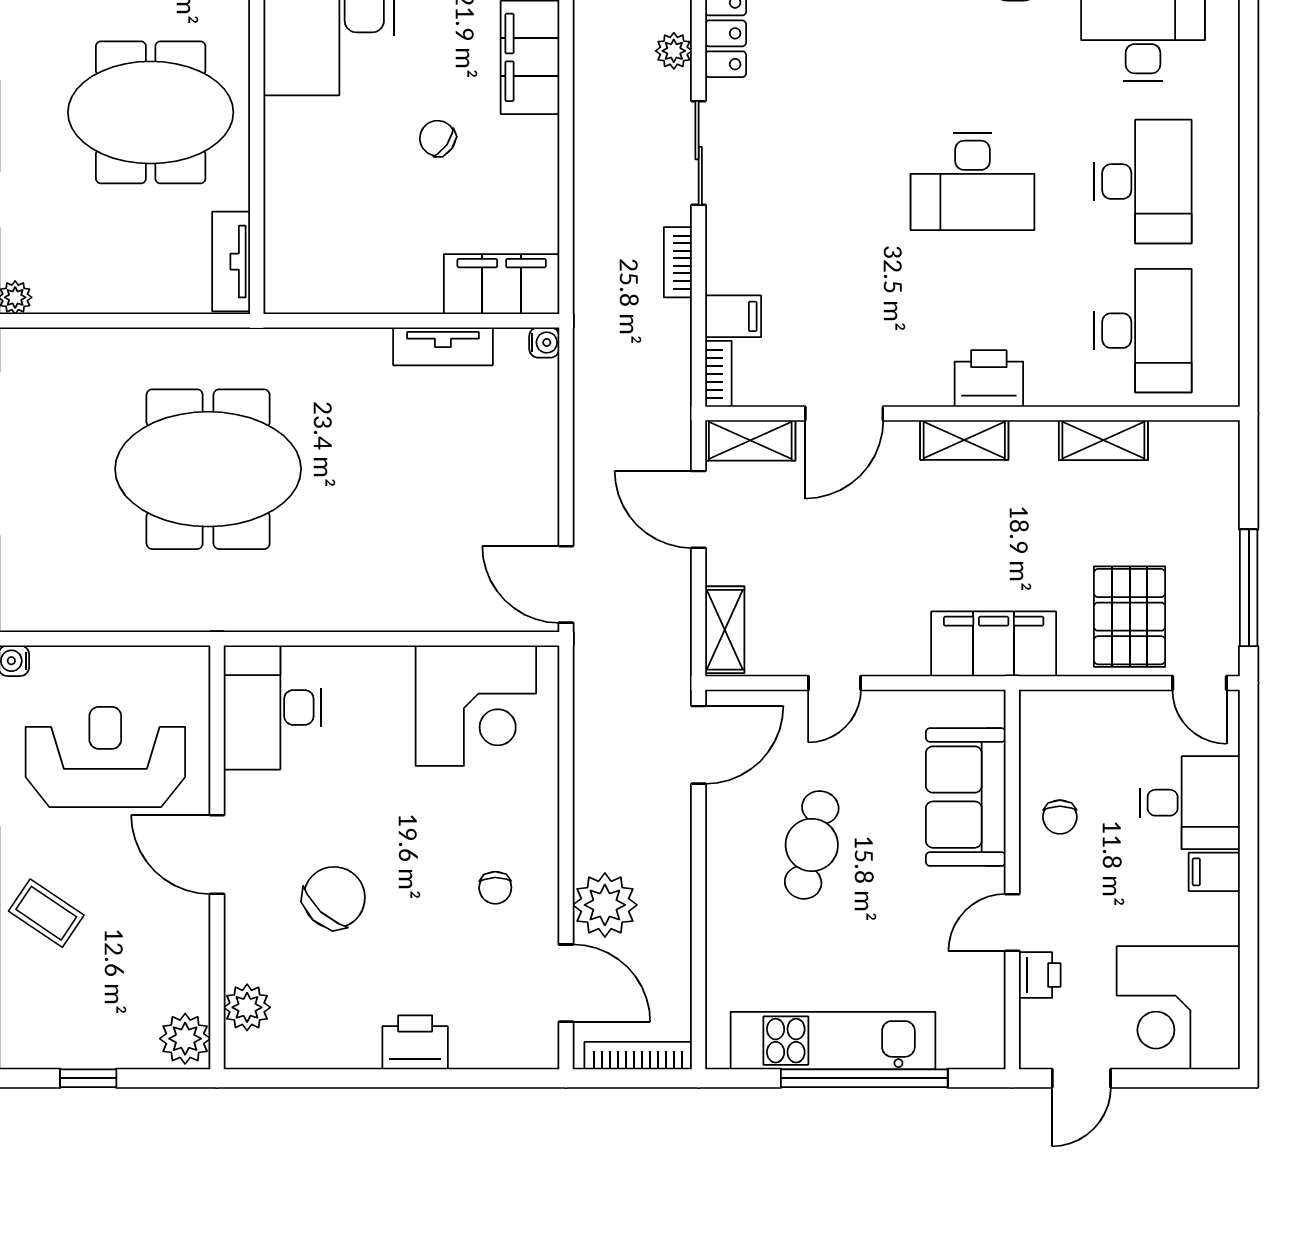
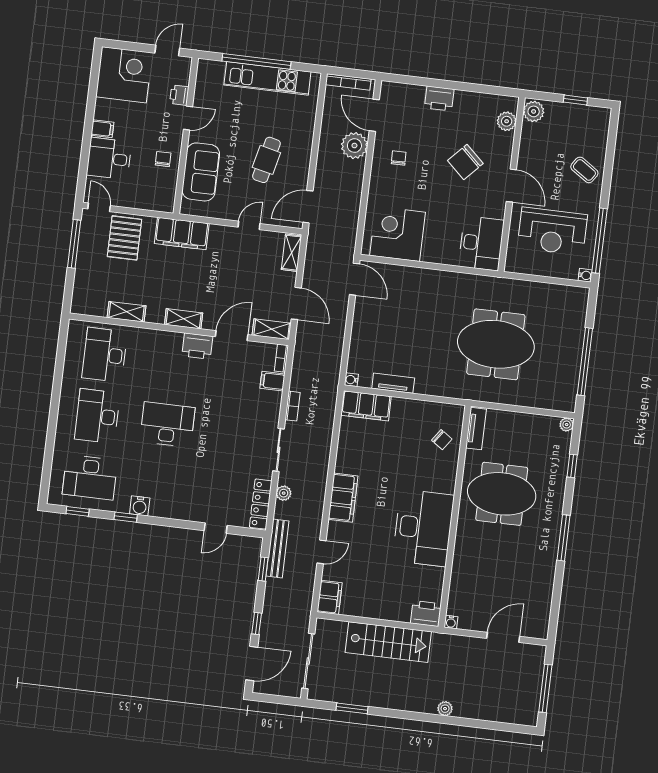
chair: (438, 138) -> (442, 440), moved
printer: (989, 379) -> (197, 346), moved

